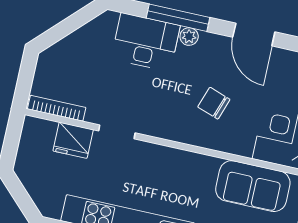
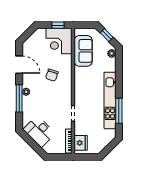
door: (254, 35) -> (19, 65), hinge flipped
desk: (146, 42) -> (39, 131), moved, turned -45
fridge: (73, 140) -> (81, 143), moved

